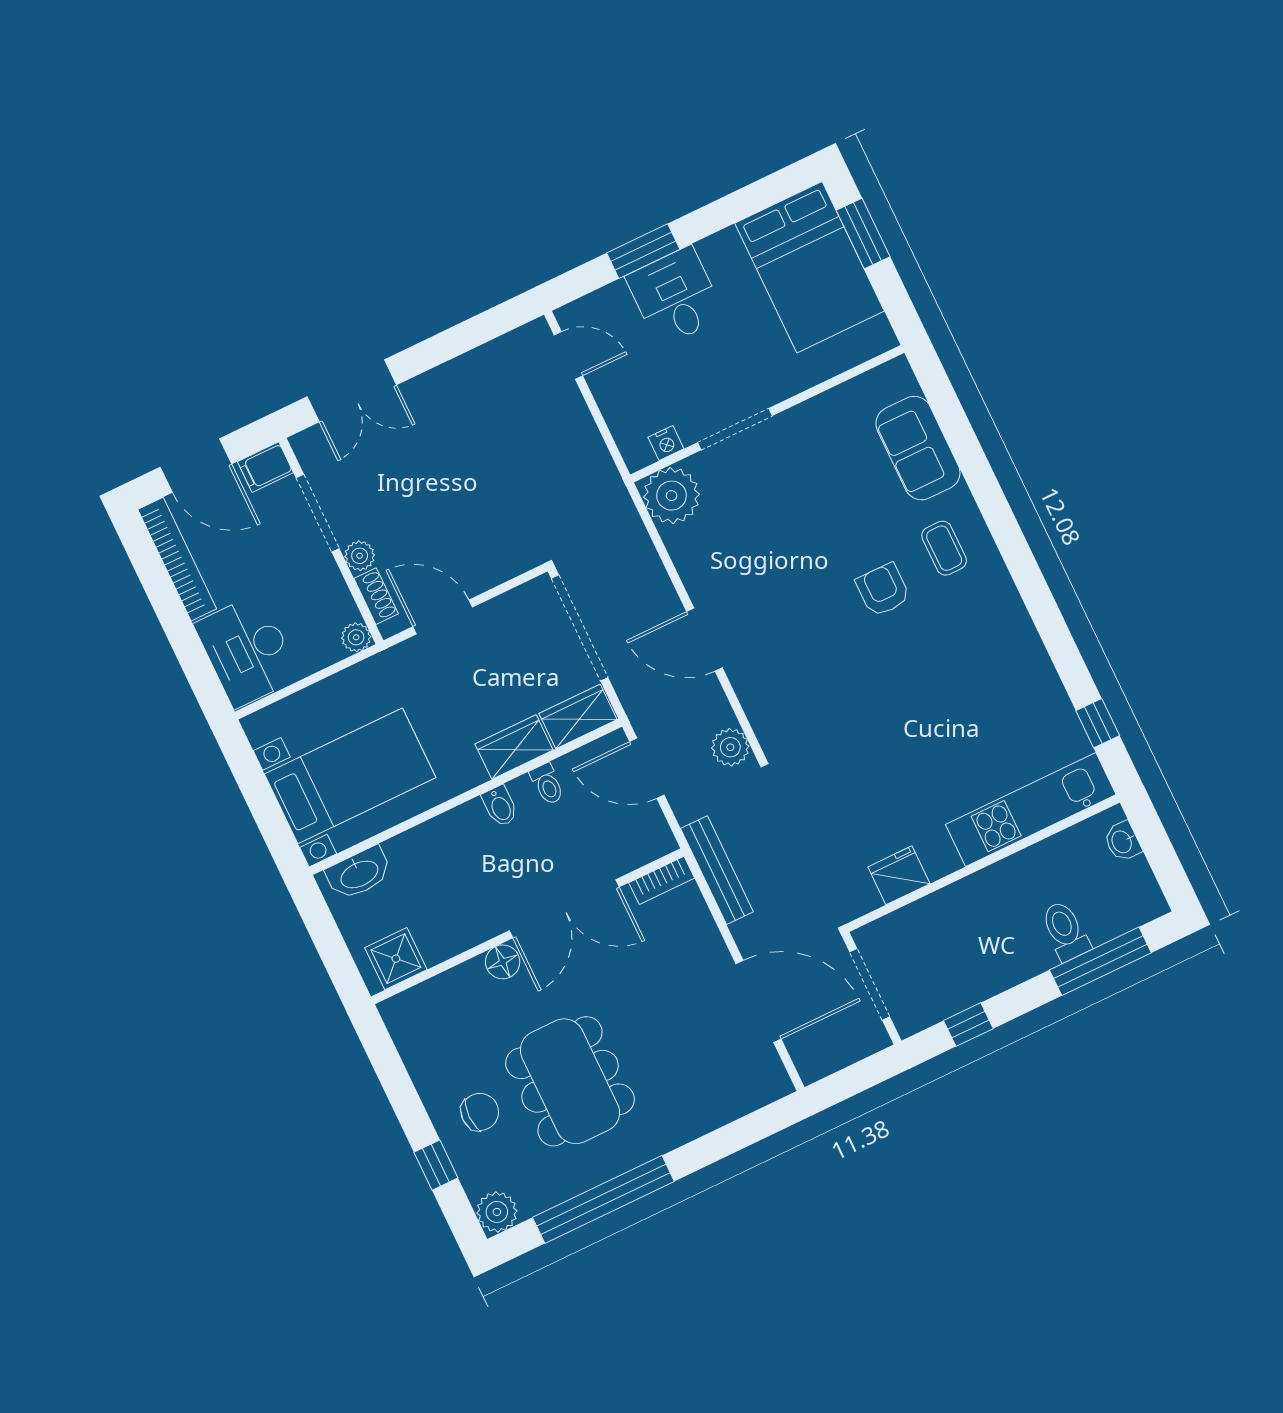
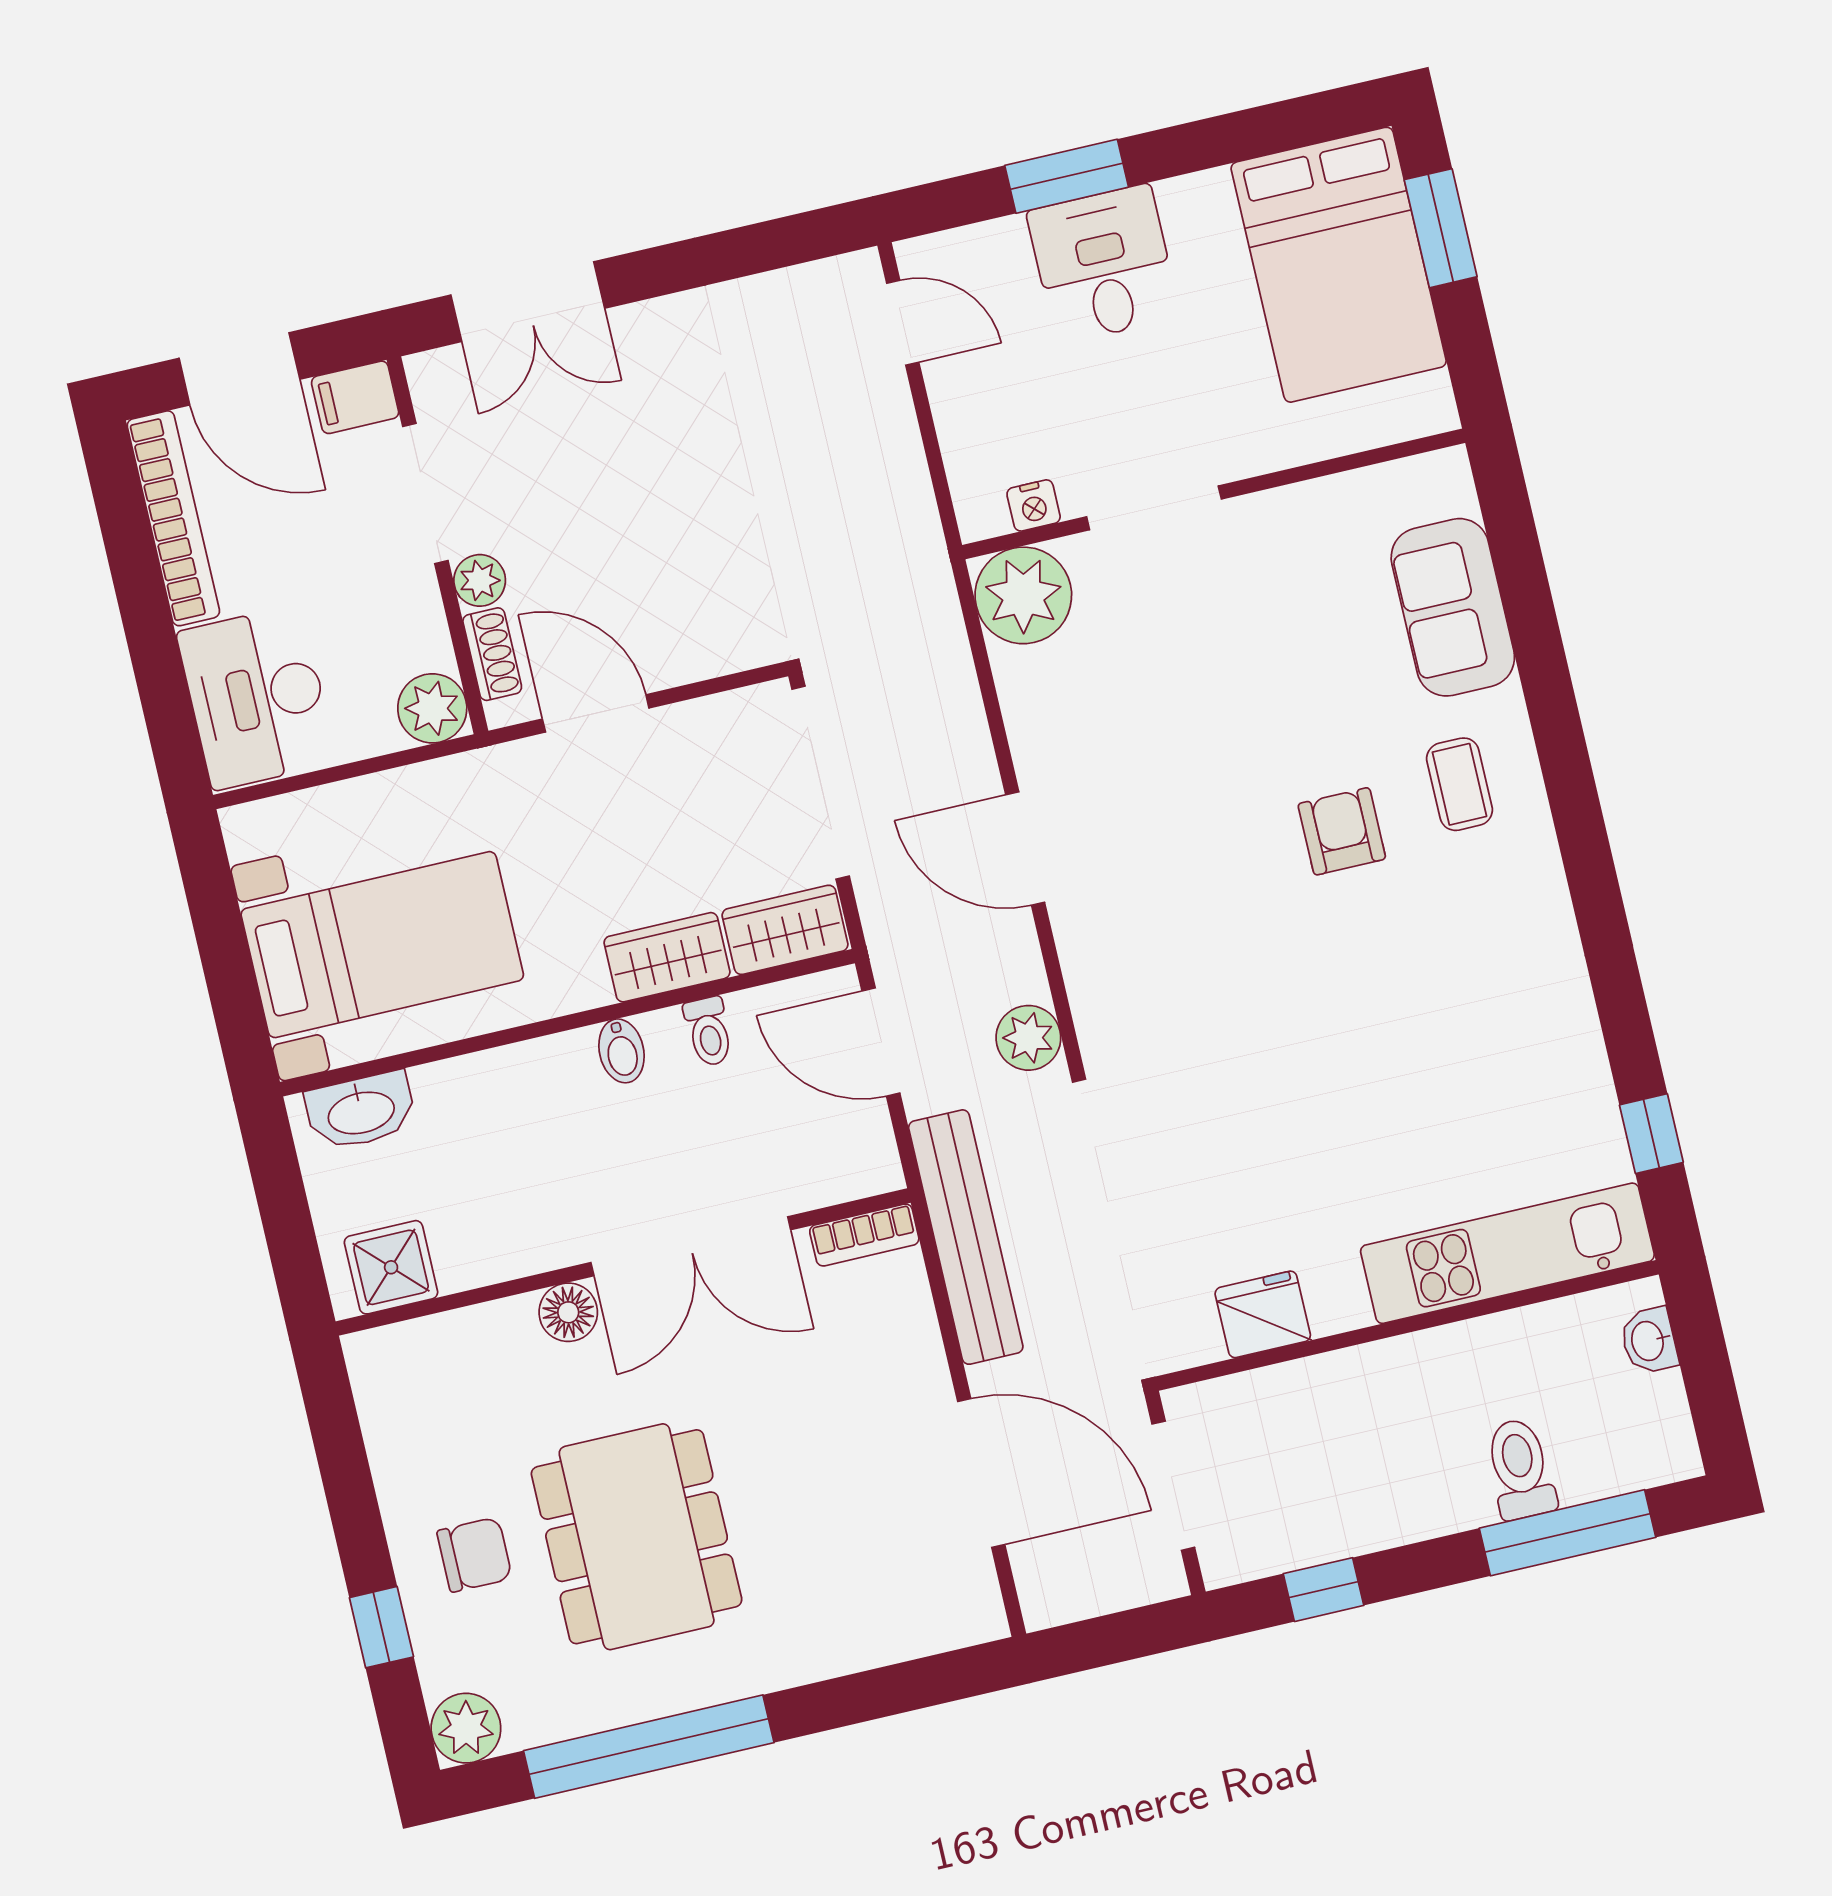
plant: (356, 637) -> (432, 708), width x1.38, depth x1.38
bench: (717, 870) -> (966, 1237), width x1.37, depth x1.21

